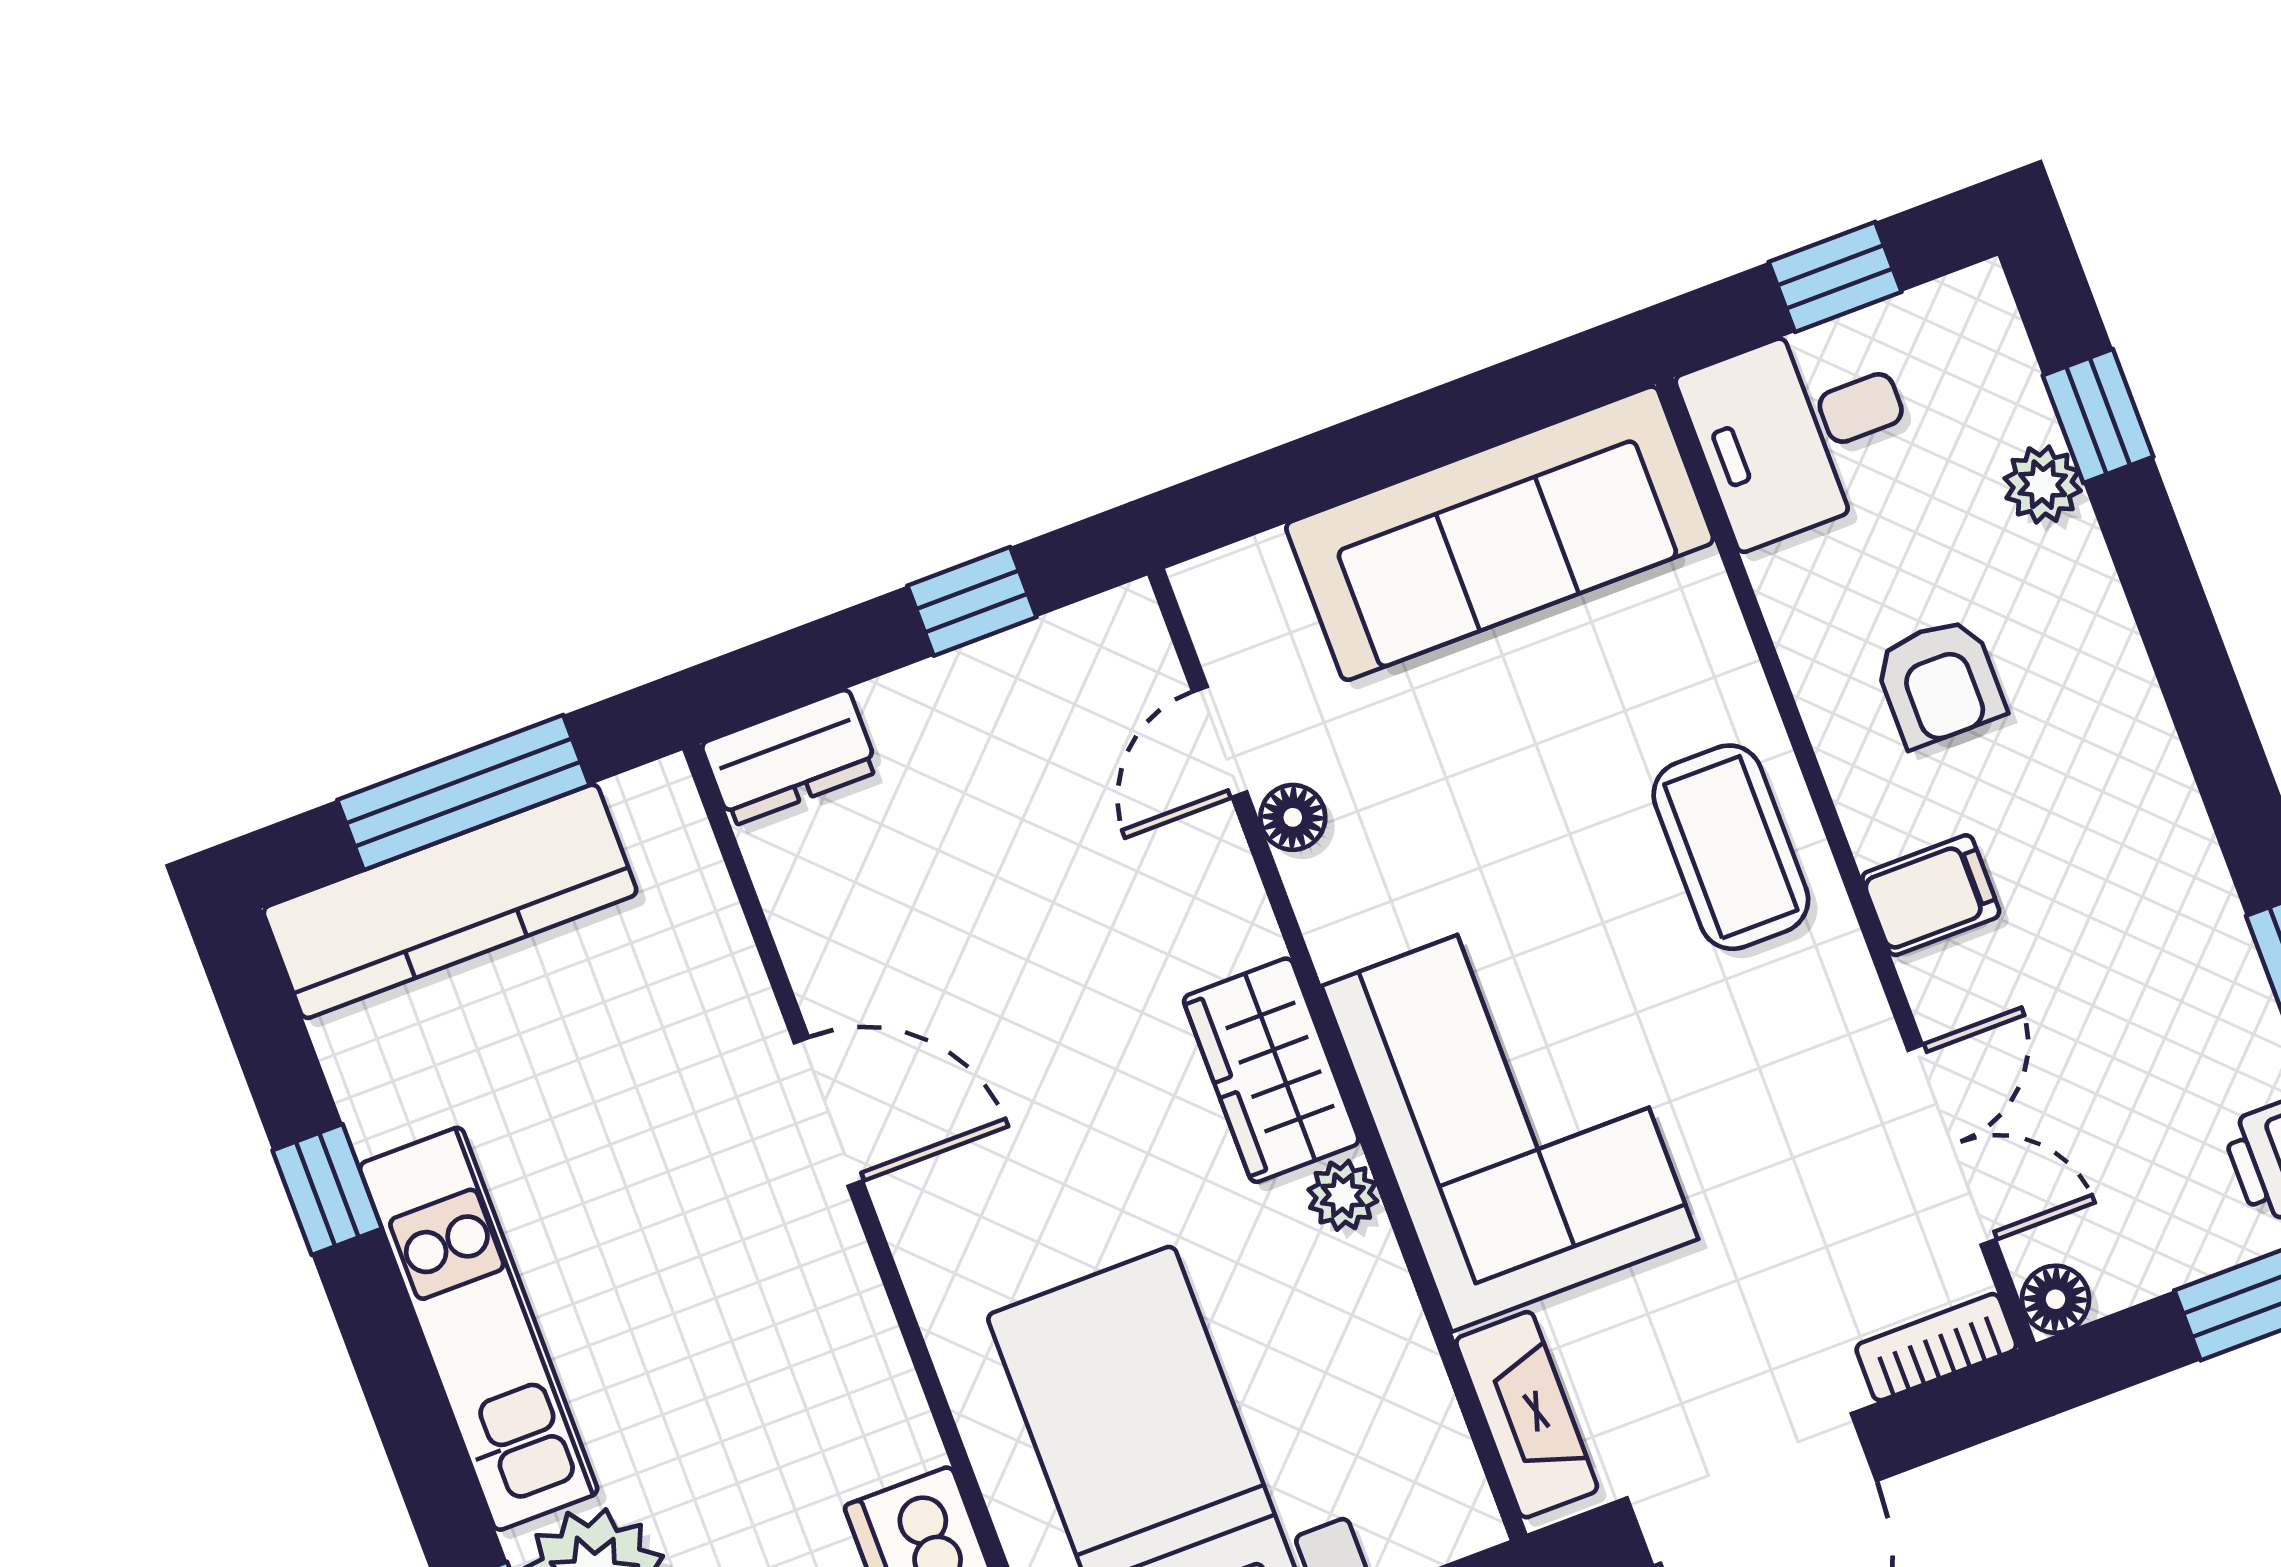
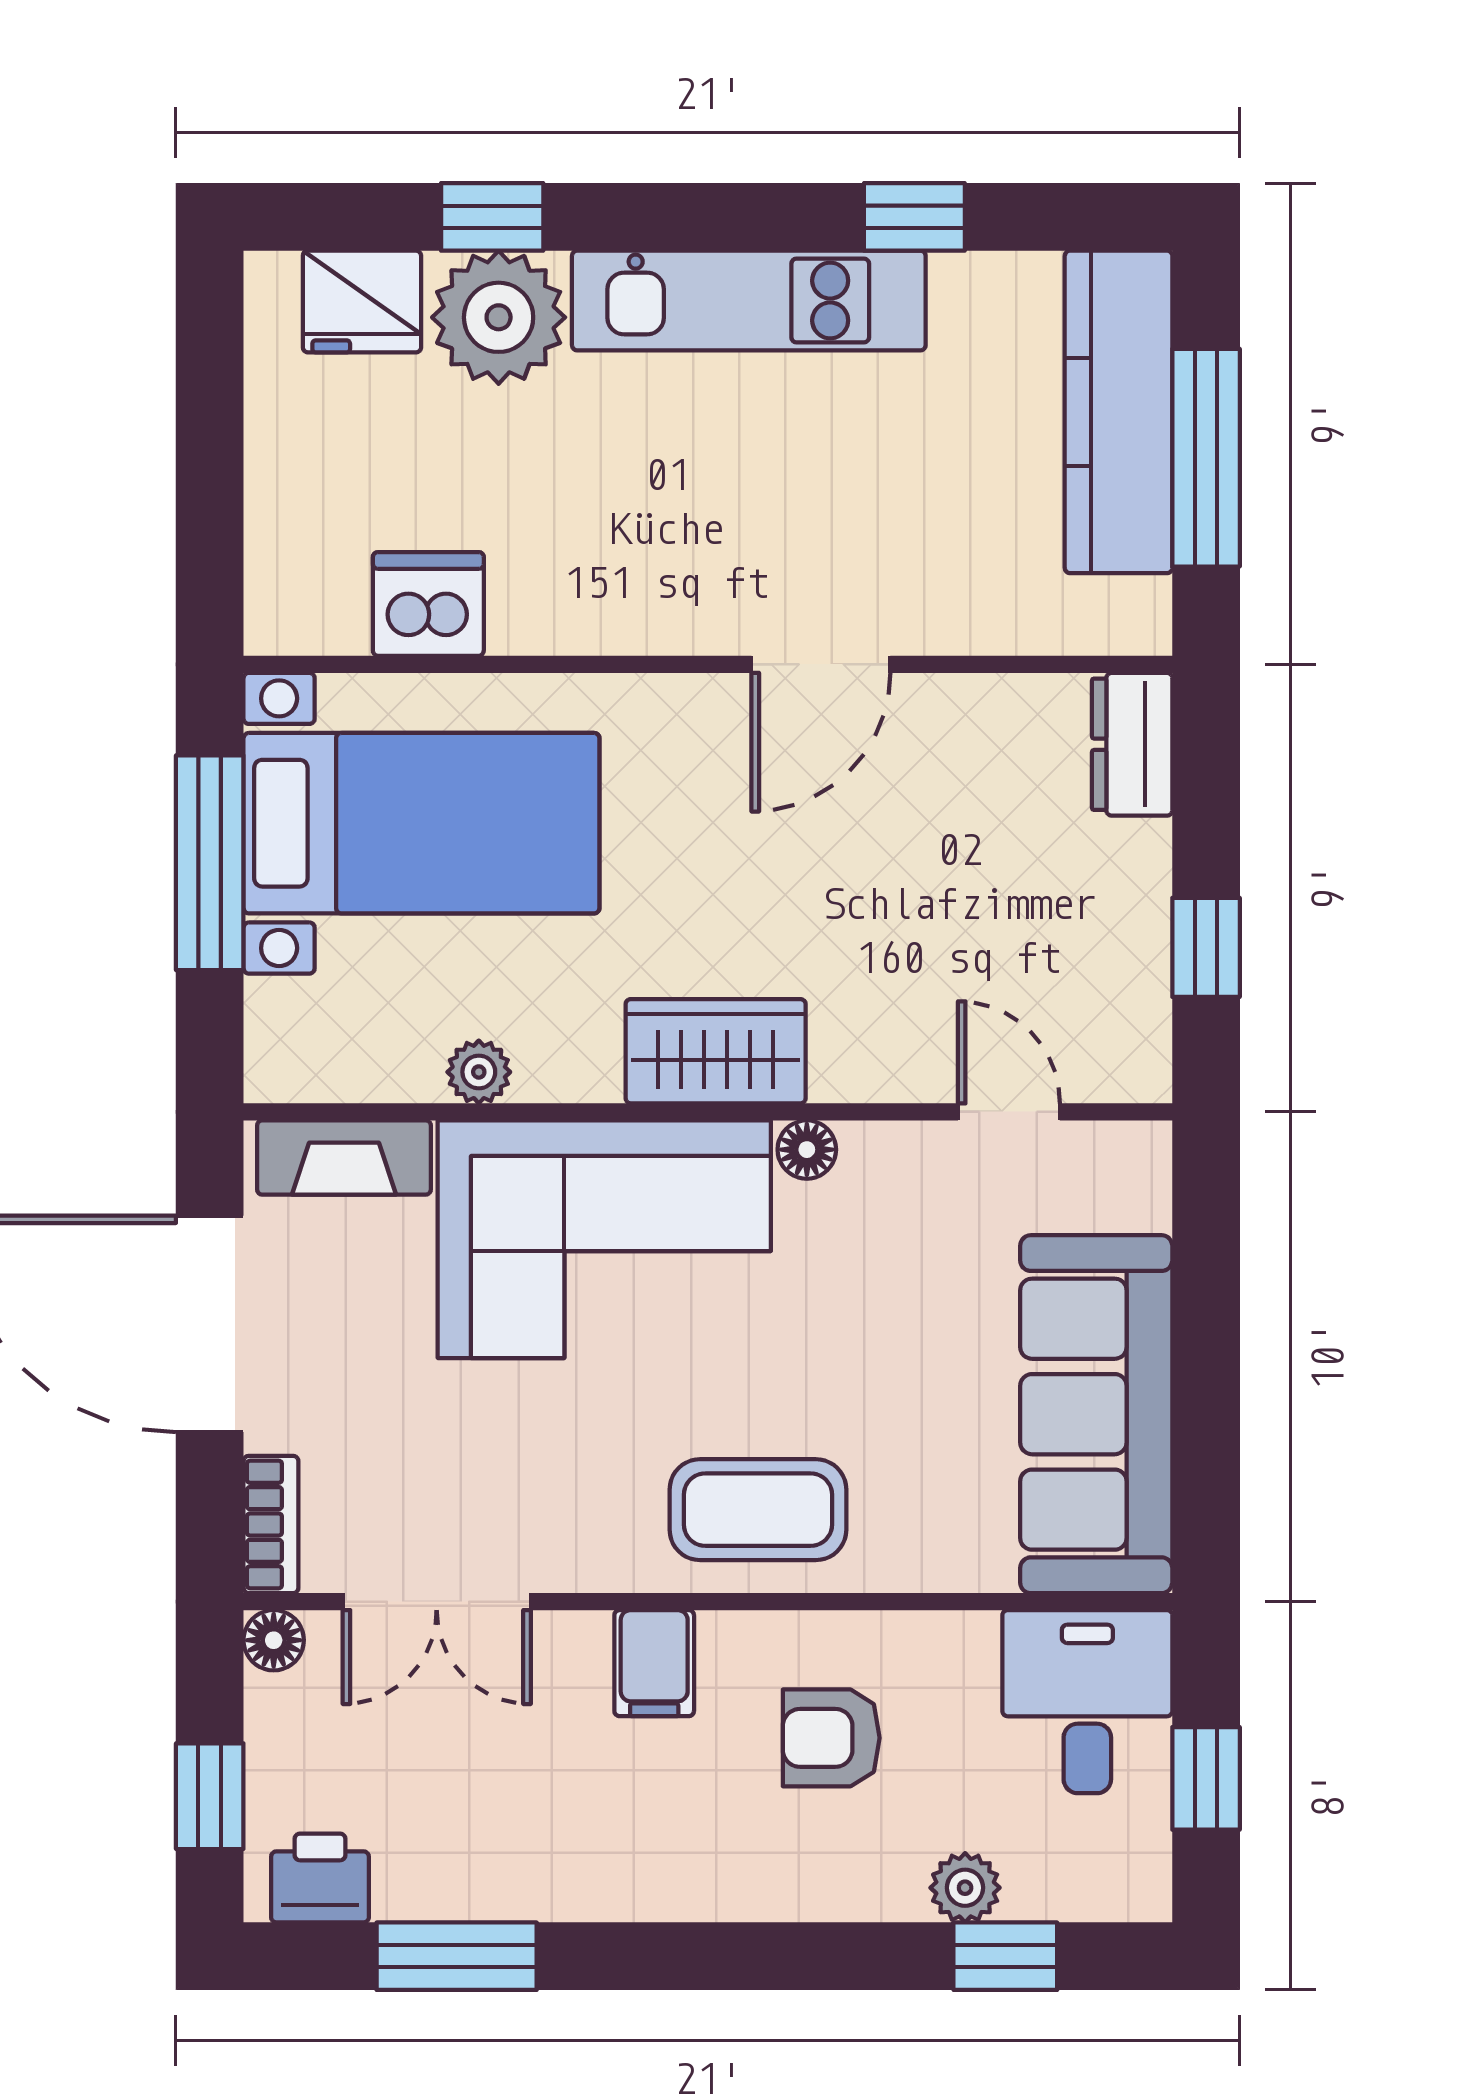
floor lamp: (1293, 817) -> (807, 1150), moved
plant: (1343, 1195) -> (479, 1072), moved

